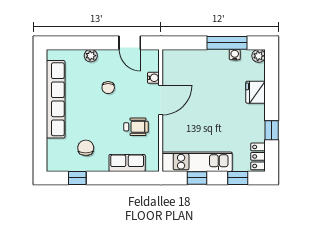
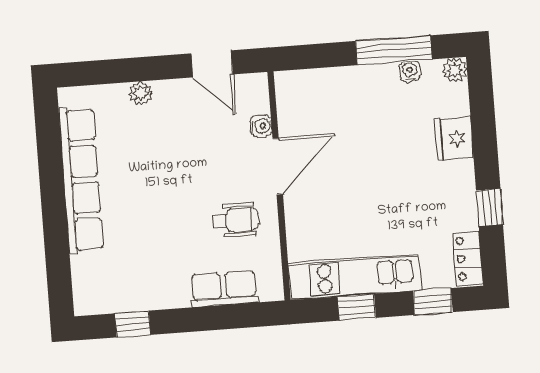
chair: (108, 88) -> (178, 151), removed
chair: (86, 148) -> (144, 266), removed

